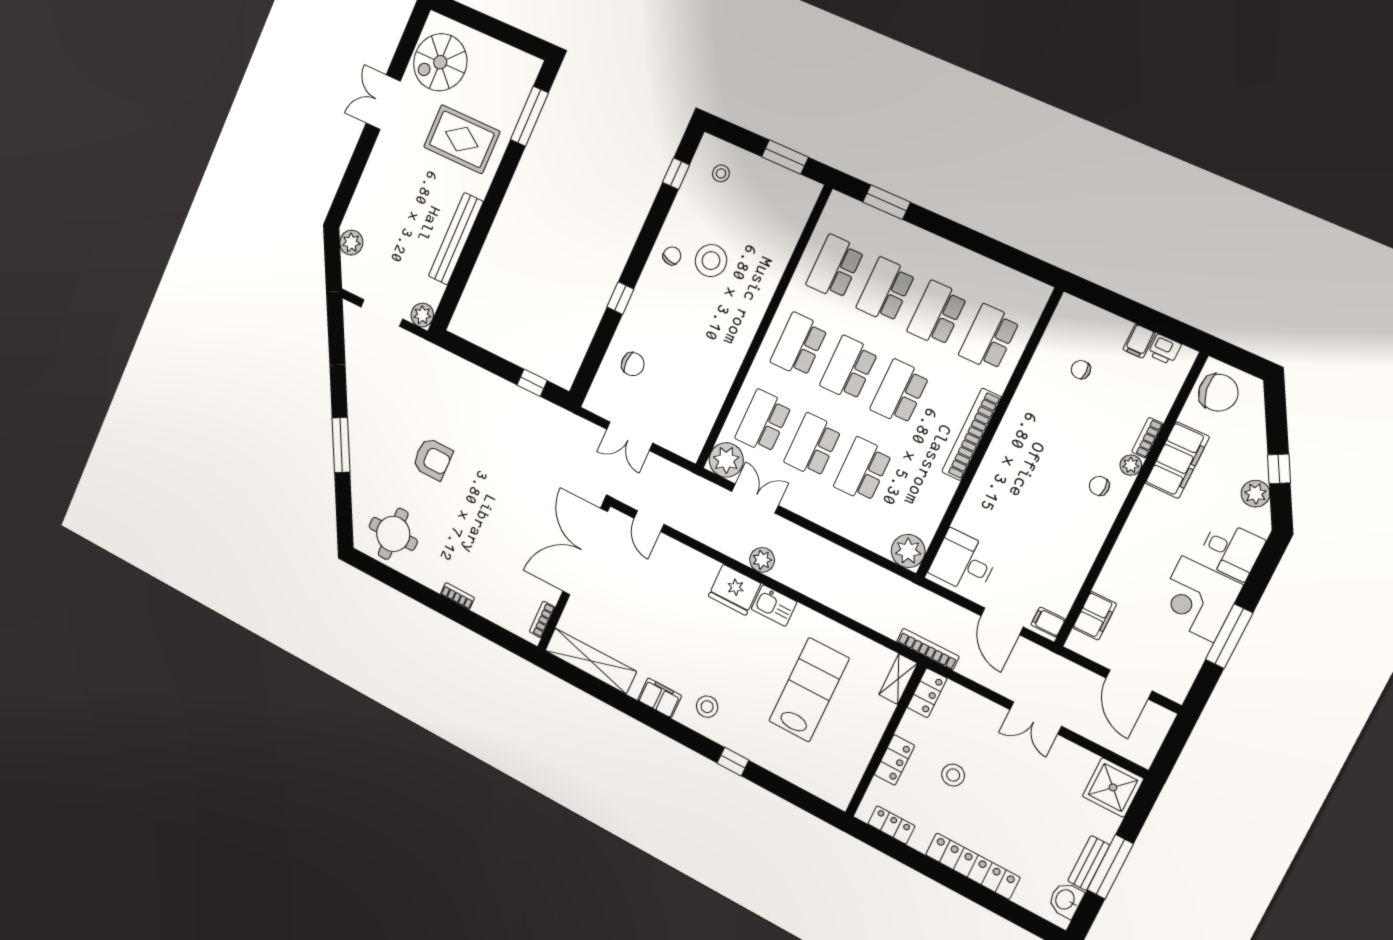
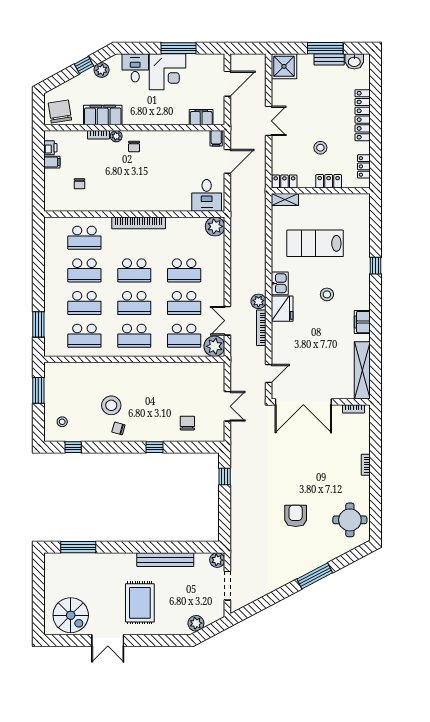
rug: (462, 139) -> (140, 603), moved
bookcase: (928, 649) -> (261, 328), moved
stool: (707, 707) -> (327, 294), moved

